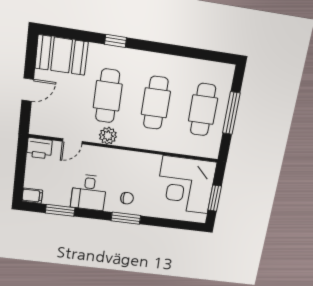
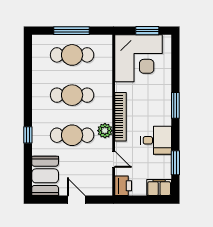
bookcase: (122, 156) -> (121, 117), added
filing cabinet: (32, 196) -> (159, 187), width x2.00
chair: (127, 198) -> (157, 107), removed

